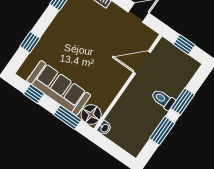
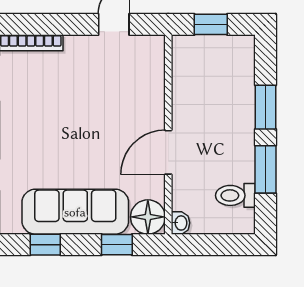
door: (142, 62) -> (168, 152), moved
toilet: (163, 99) -> (235, 195), moved
window: (67, 117) -> (117, 245), width x0.67

